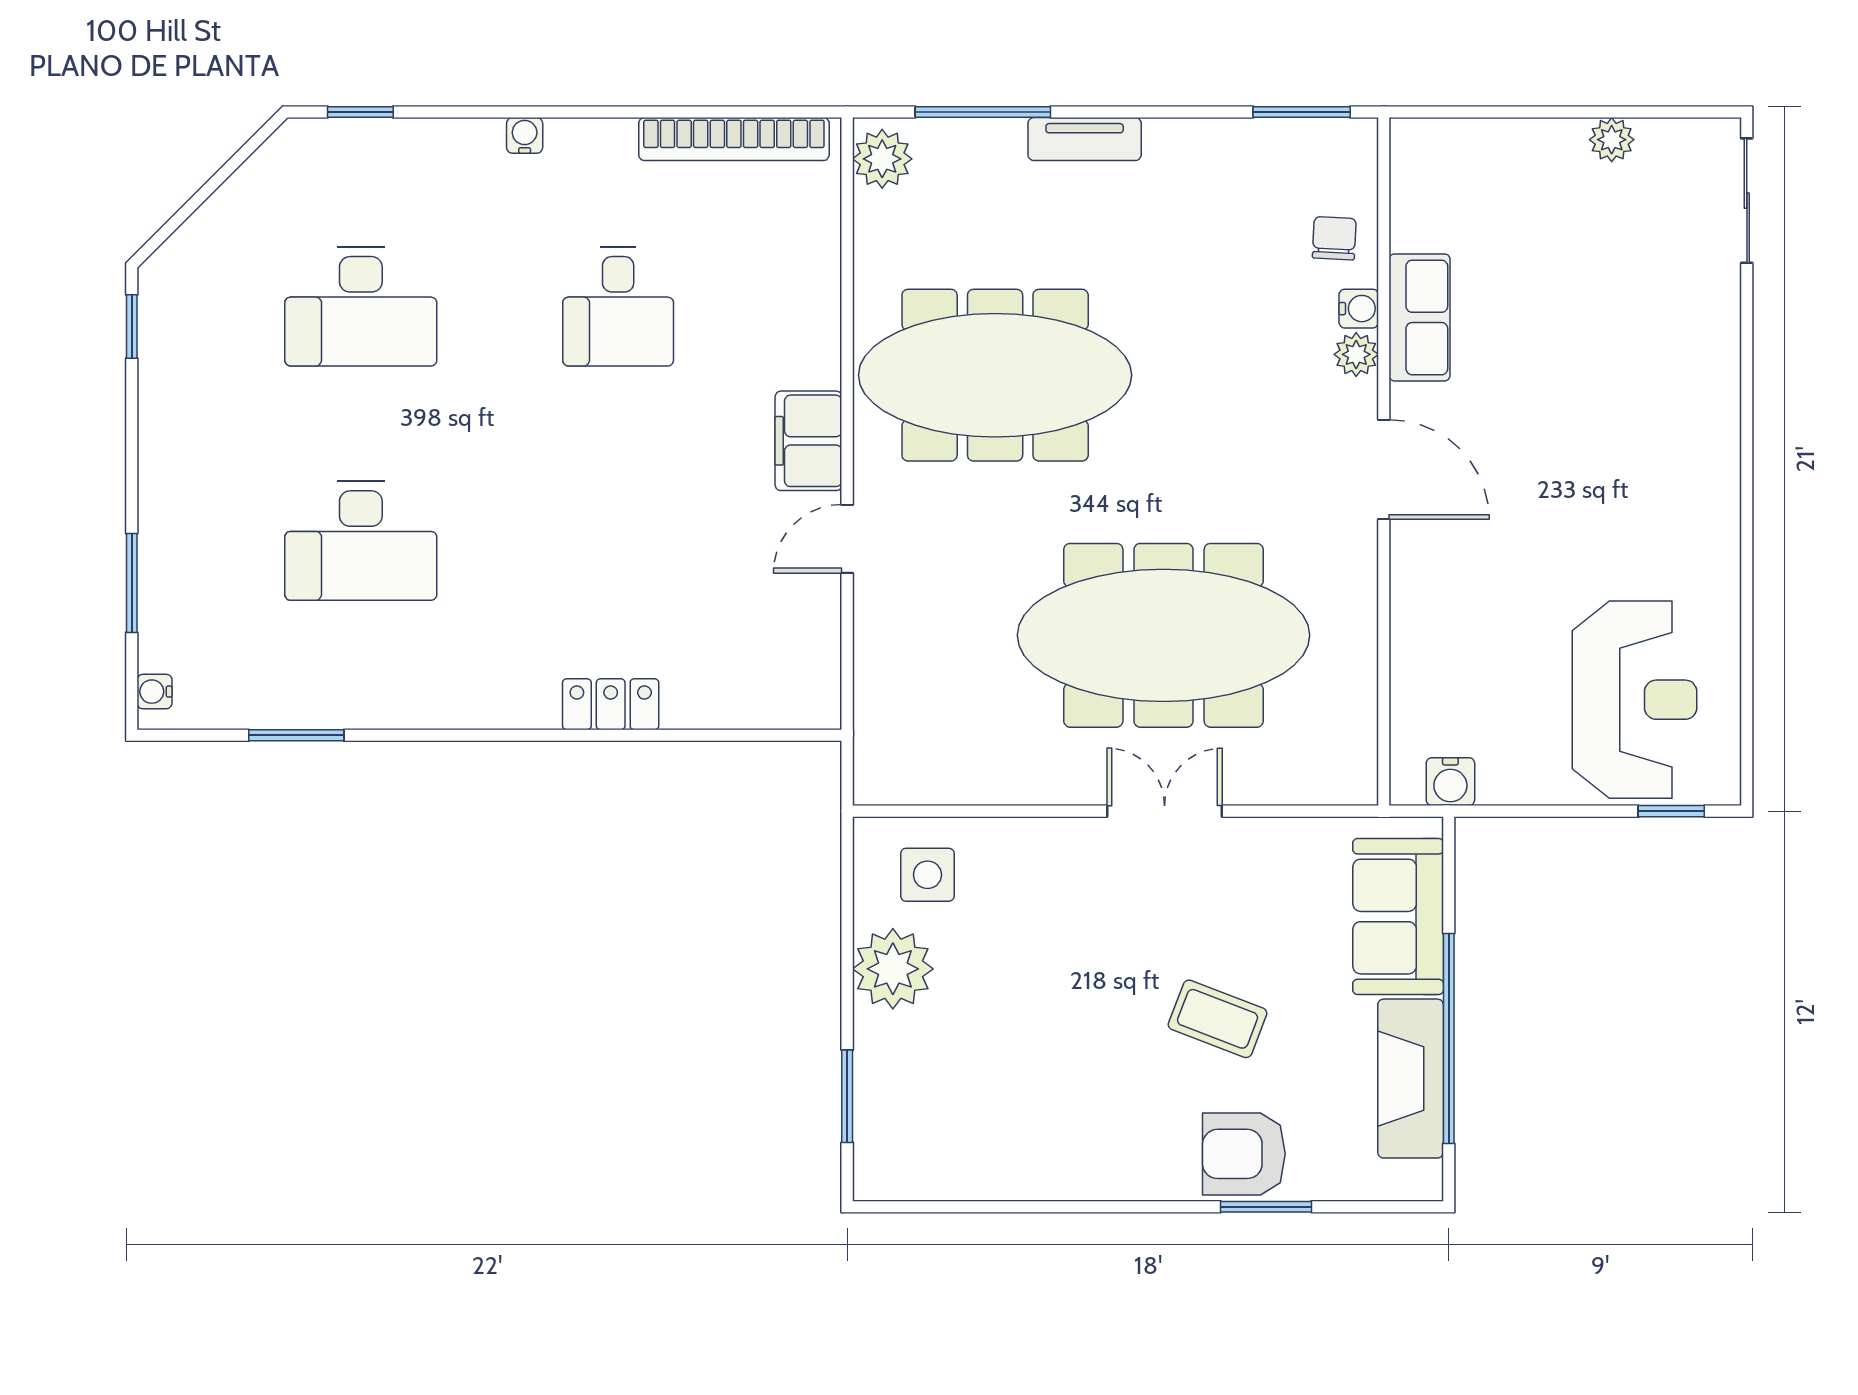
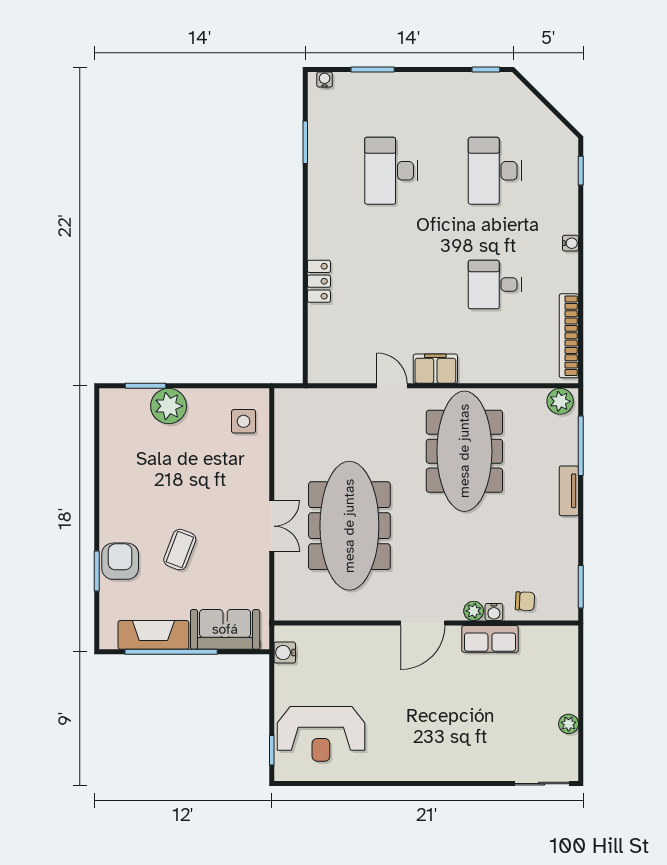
plant: (893, 969) -> (169, 406), moved

